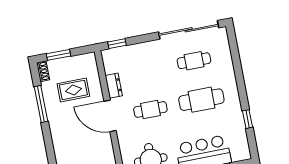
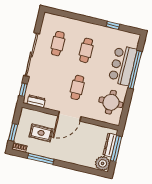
sliding door: (189, 30) -> (32, 55), moved
dresser: (114, 86) -> (36, 101), moved
rug: (73, 90) -> (41, 133), turned 90
cafe table: (201, 100) -> (86, 50), width x0.73, depth x0.74

